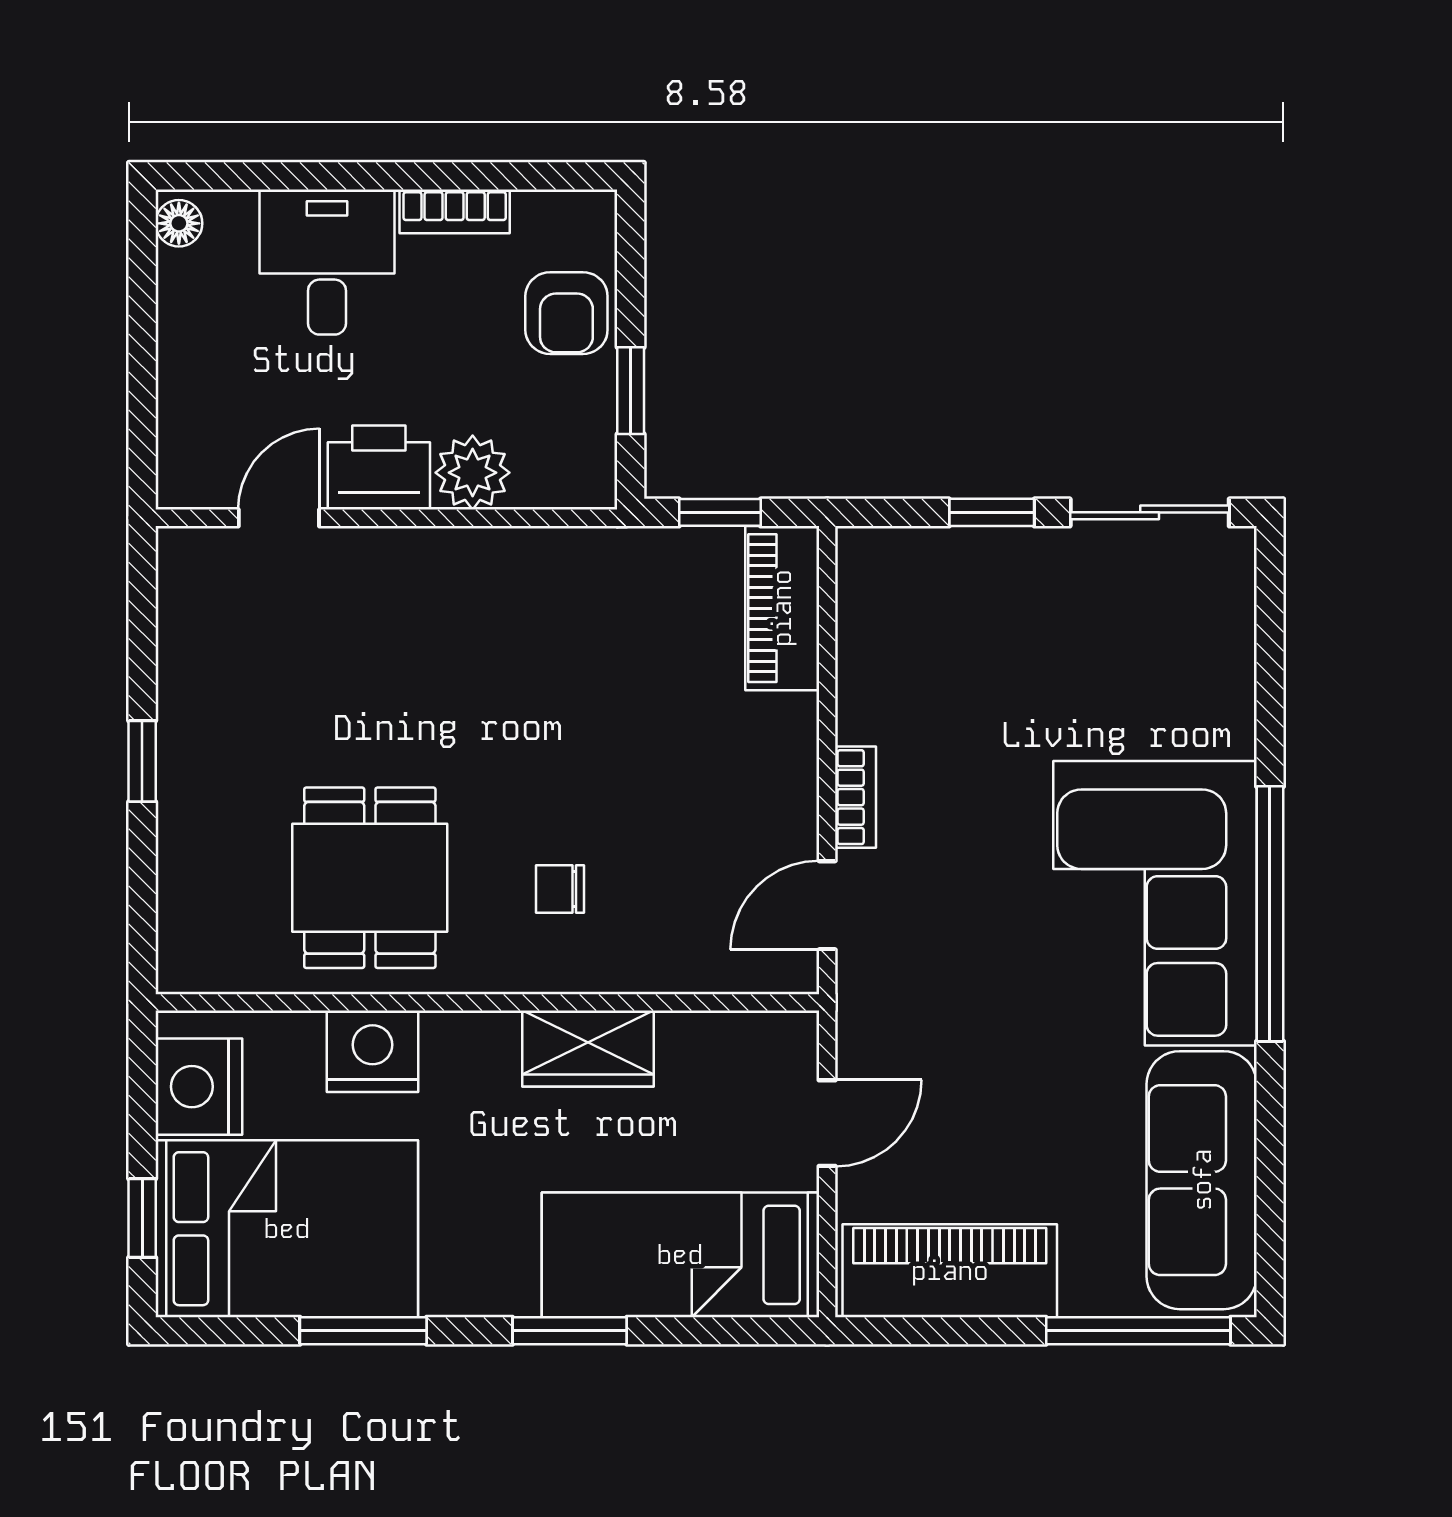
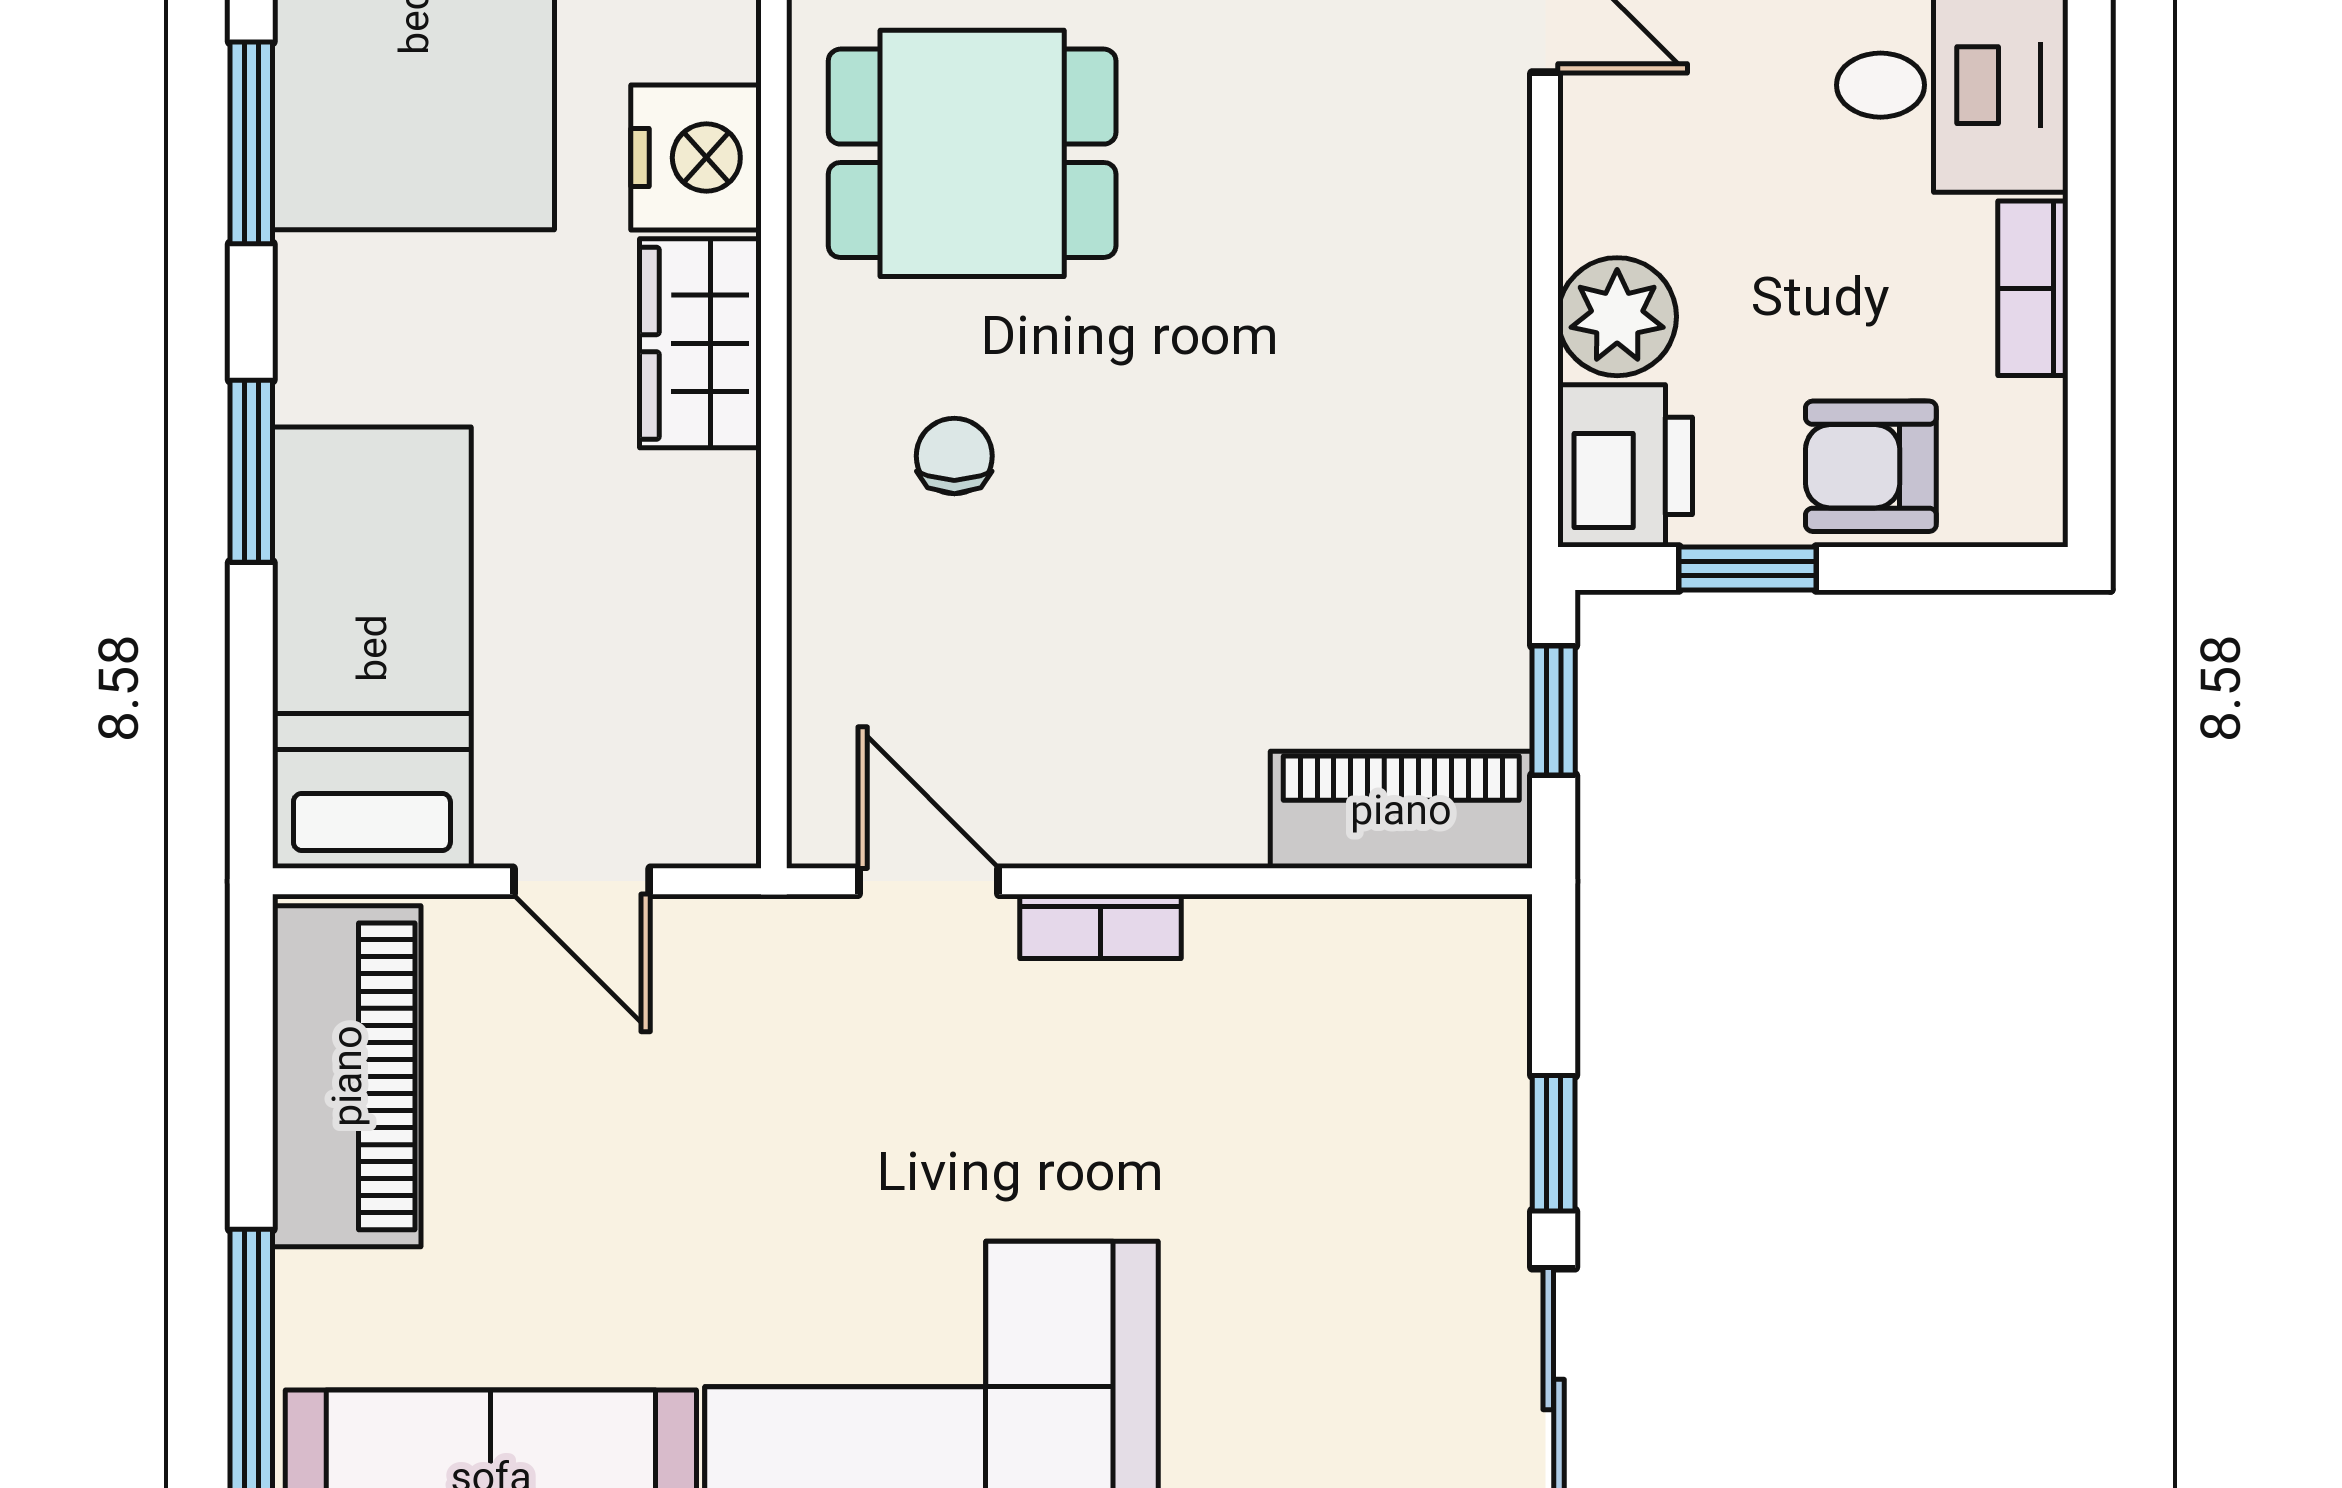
printer: (379, 468) -> (1625, 466), moved
wardrobe: (588, 1049) -> (700, 343), moved

